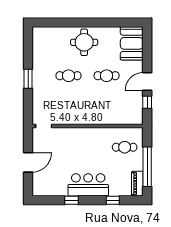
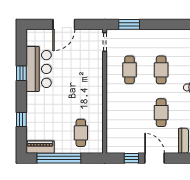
window: (28, 79) -> (129, 24), moved
cafe table: (69, 104) -> (130, 70), added
door: (28, 162) -> (64, 24), hinge flipped
bar counter: (88, 185) -> (39, 69), moved

